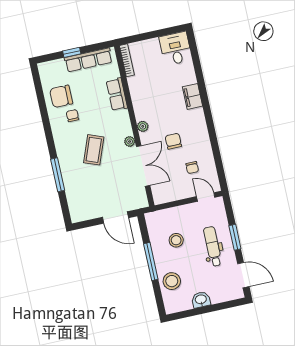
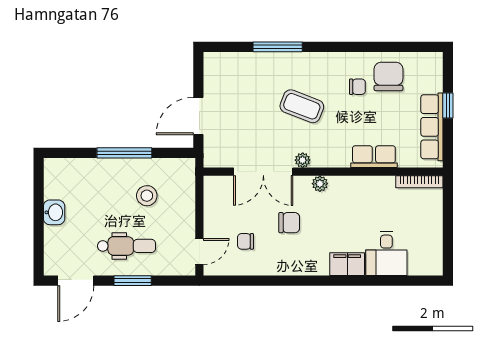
desk: (176, 49) -> (386, 254), moved, turned 90
stool: (172, 281) -> (90, 177), removed

